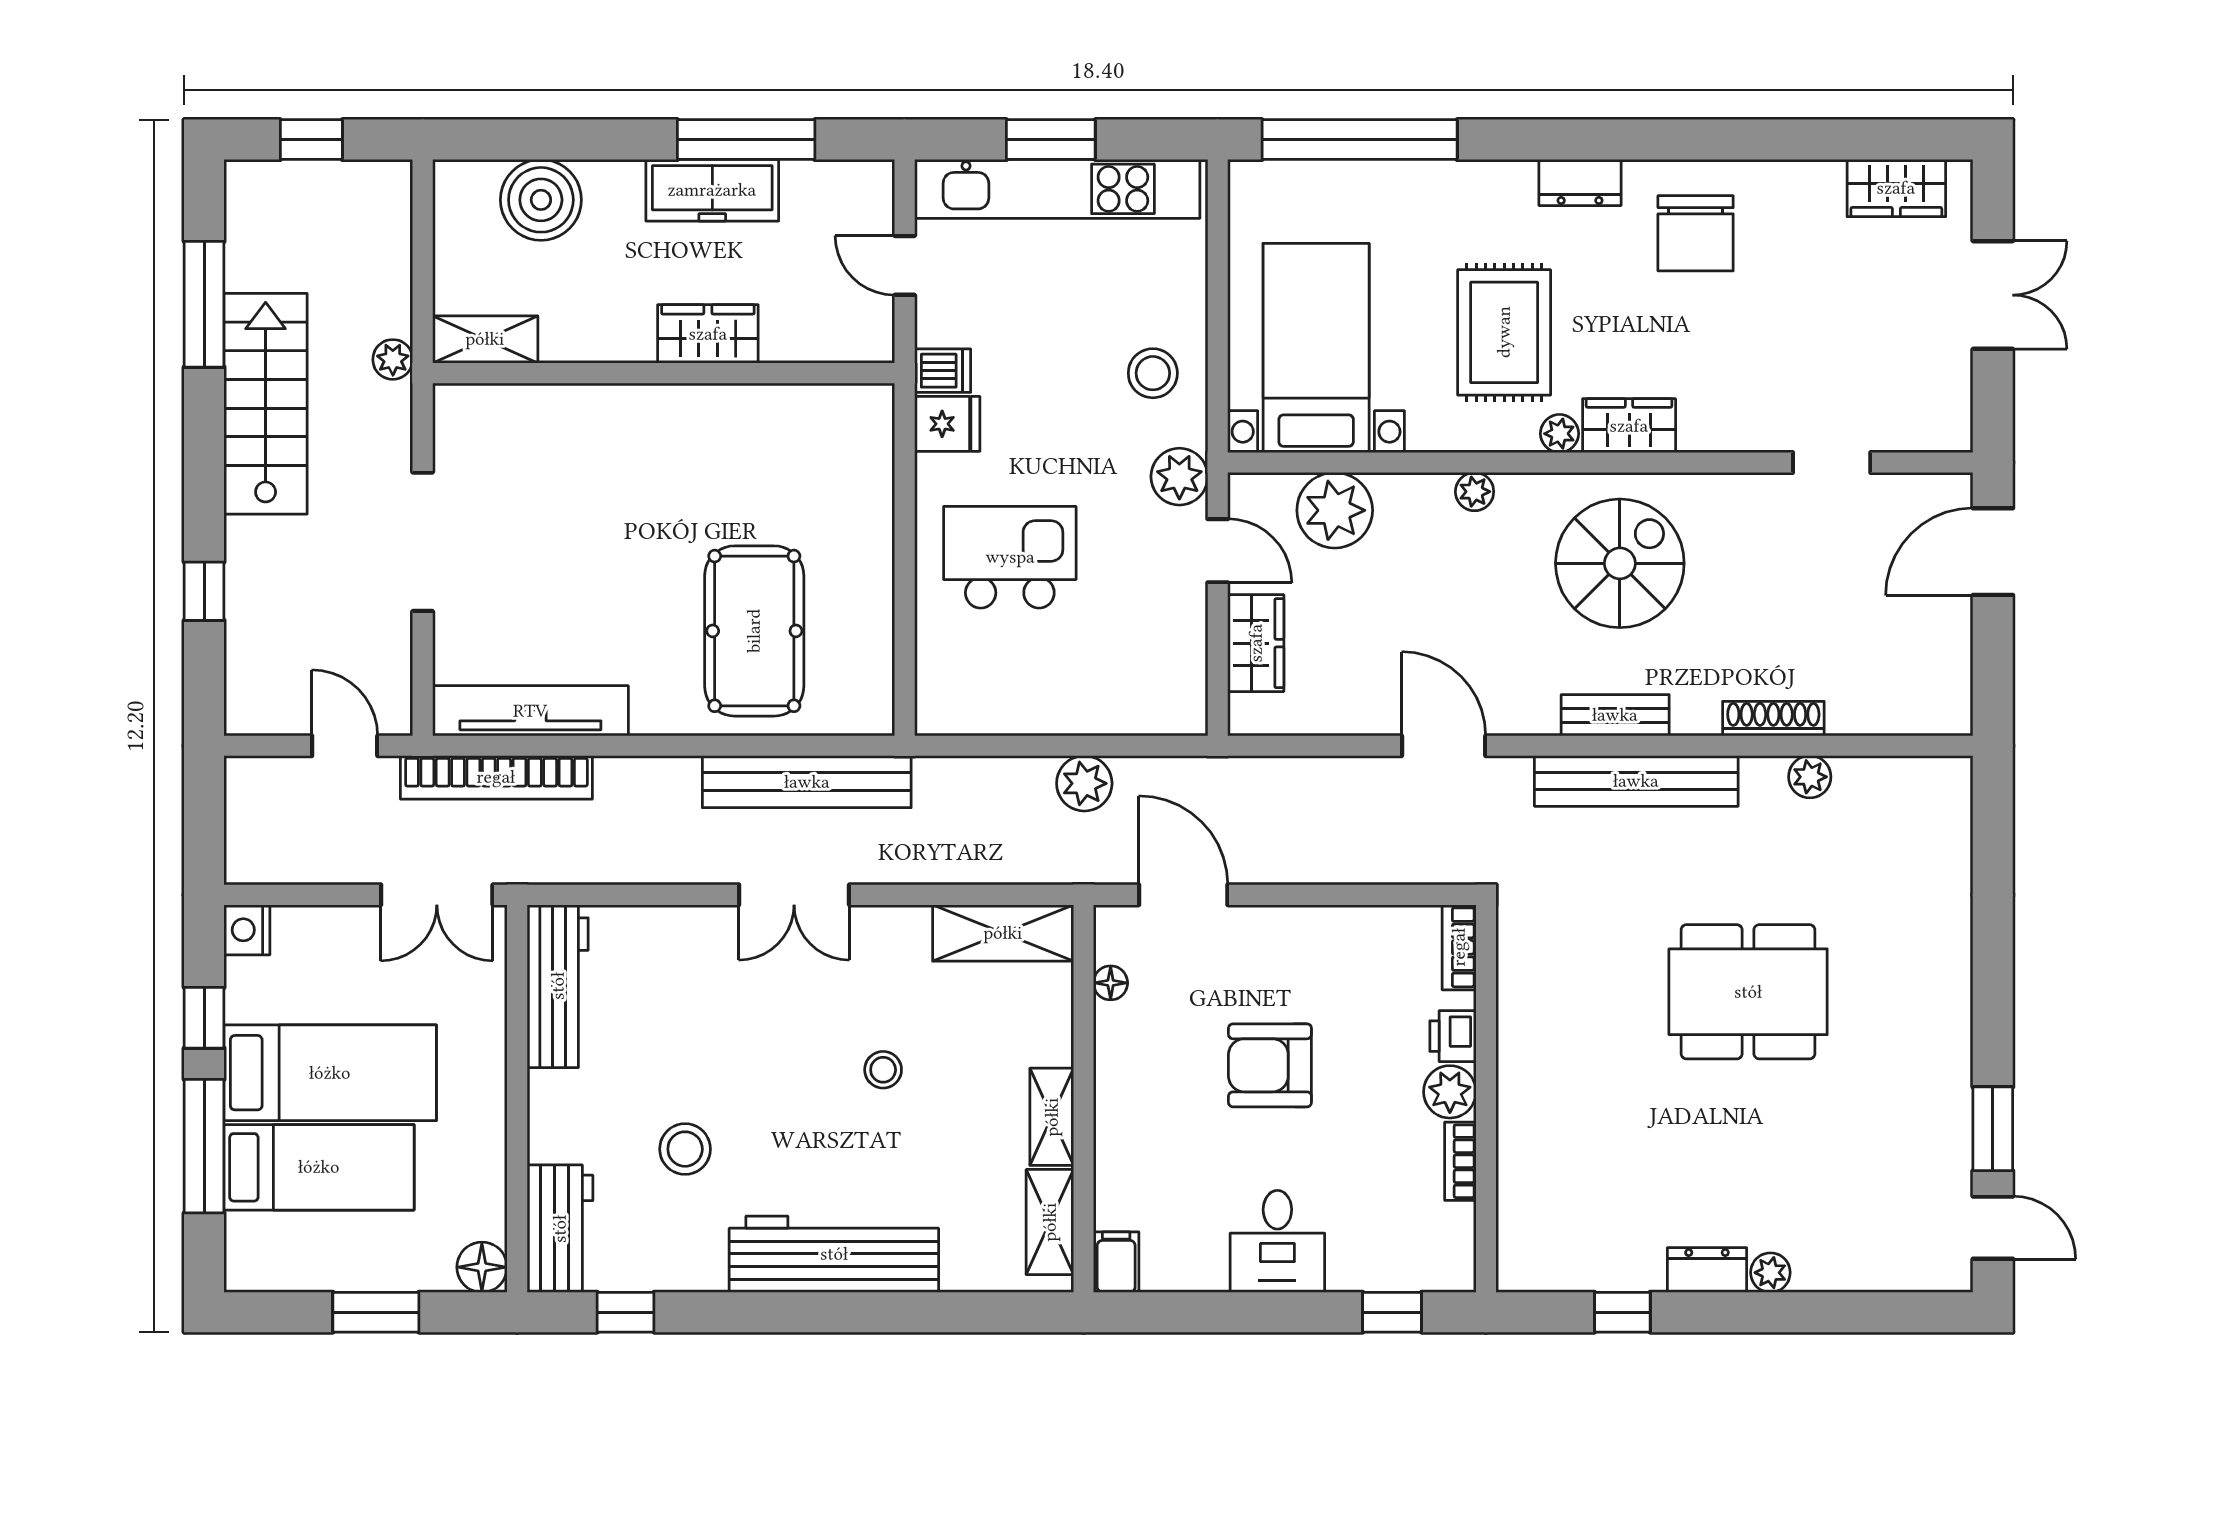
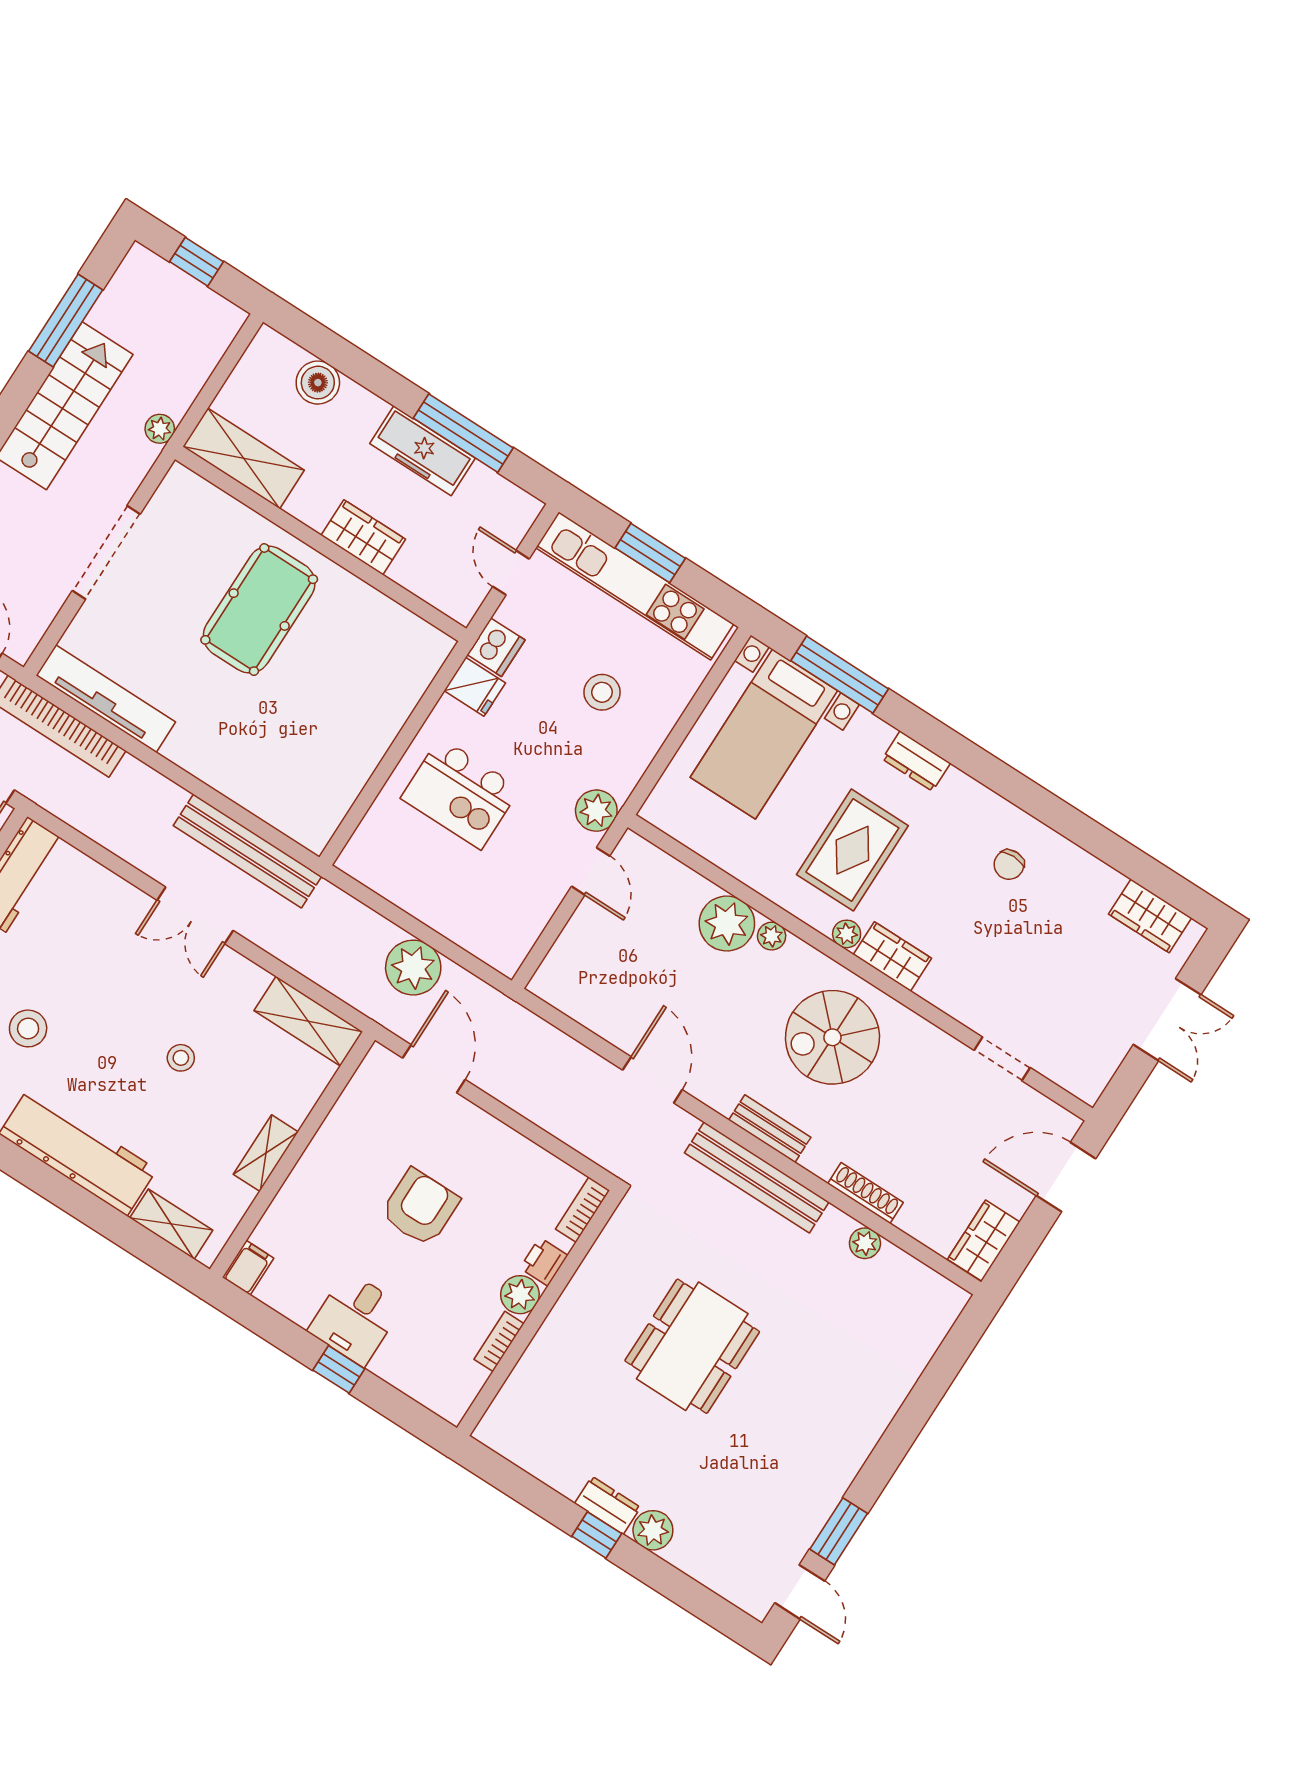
window: (1360, 140) -> (840, 675), width x0.68
dresser: (1580, 182) -> (916, 761), moved
boiler: (541, 200) -> (318, 383), width x0.73, depth x0.73
chair: (1696, 233) -> (1009, 865), width x0.54, depth x0.54
shelving: (485, 339) -> (244, 458), width x1.50, depth x1.33
bed with nightstands: (1316, 348) -> (764, 734), moved, turned 180
dishwasher: (943, 371) -> (496, 647), width x1.38
stool: (1153, 373) -> (602, 692), moved
plant: (1335, 510) -> (727, 924), moved
kitchen island: (1010, 557) -> (461, 793), turned 180
spiral stairs: (1620, 563) -> (832, 1037), turned 180
pool table: (754, 631) -> (259, 610), moved
wardrobe: (1256, 643) -> (984, 1241), moved, turned 180
plant: (1084, 783) -> (413, 968), width x1.36, depth x1.36
floor lamp: (1111, 983) -> (355, 1094), removed
dining table: (1748, 992) -> (692, 1346), moved, turned 90
armchair: (1270, 1065) -> (420, 1208), turned 90
shelving: (1050, 1222) -> (171, 1224), moved, turned 90
plant: (1770, 1273) -> (653, 1530), width x1.38, depth x1.38
window: (1392, 1312) -> (339, 1369), moved
window: (1622, 1312) -> (597, 1535), moved

